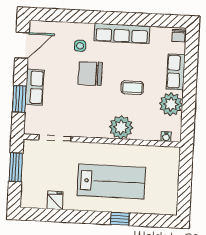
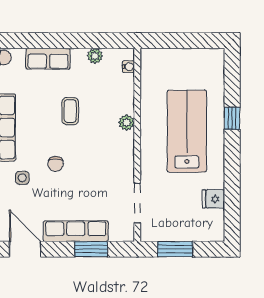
chair: (90, 74) -> (56, 164), width x0.54, depth x0.54
row of seats: (35, 87) -> (76, 231), width x1.48
plant: (171, 104) -> (95, 56), width x0.53, depth x0.53
plant: (121, 127) -> (126, 123), width x0.53, depth x0.53

